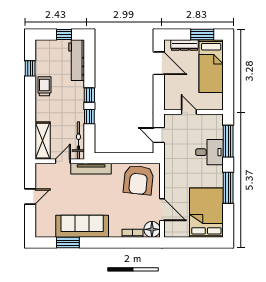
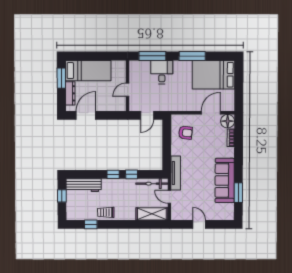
armchair: (138, 180) -> (185, 133), width x0.53, depth x0.53

